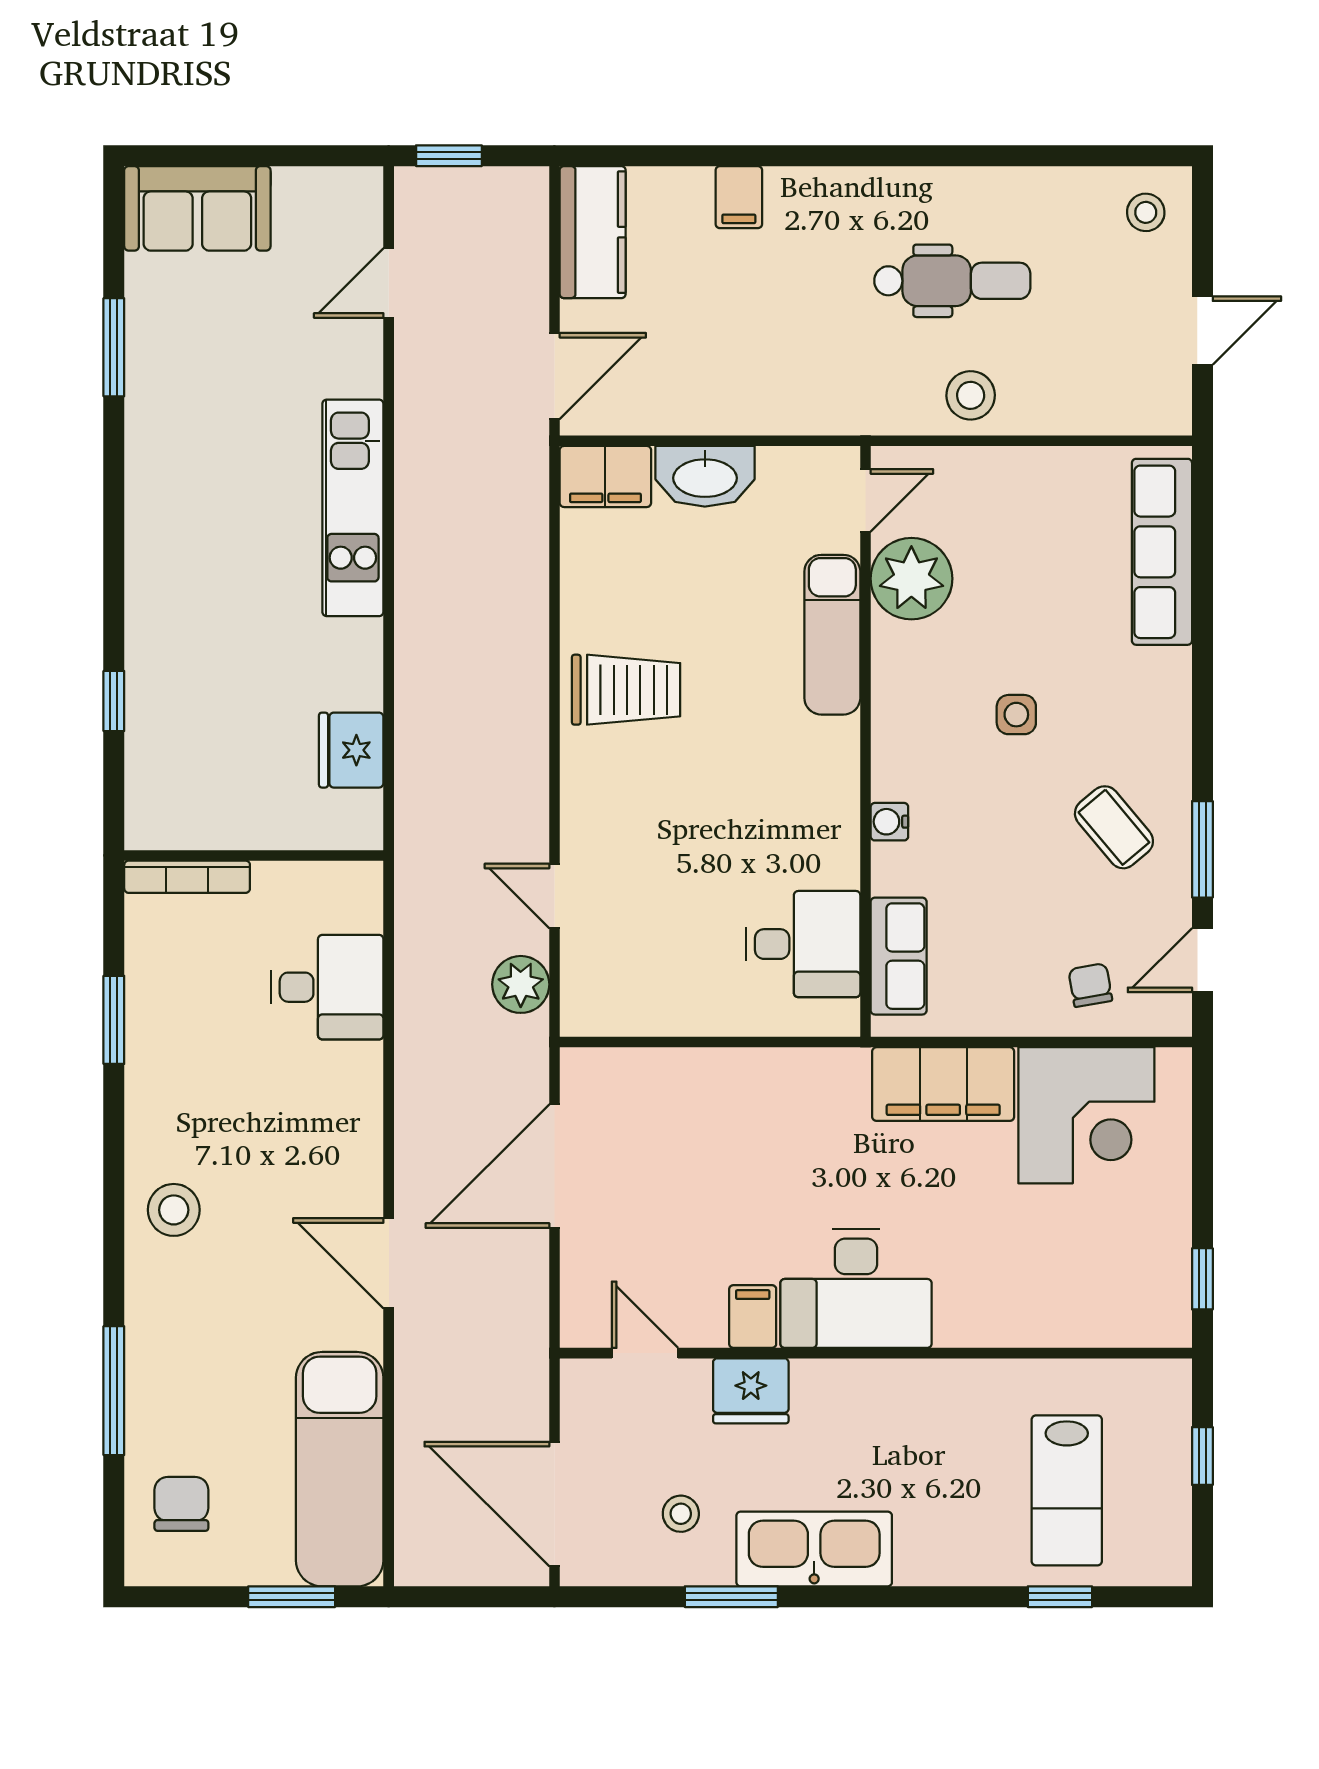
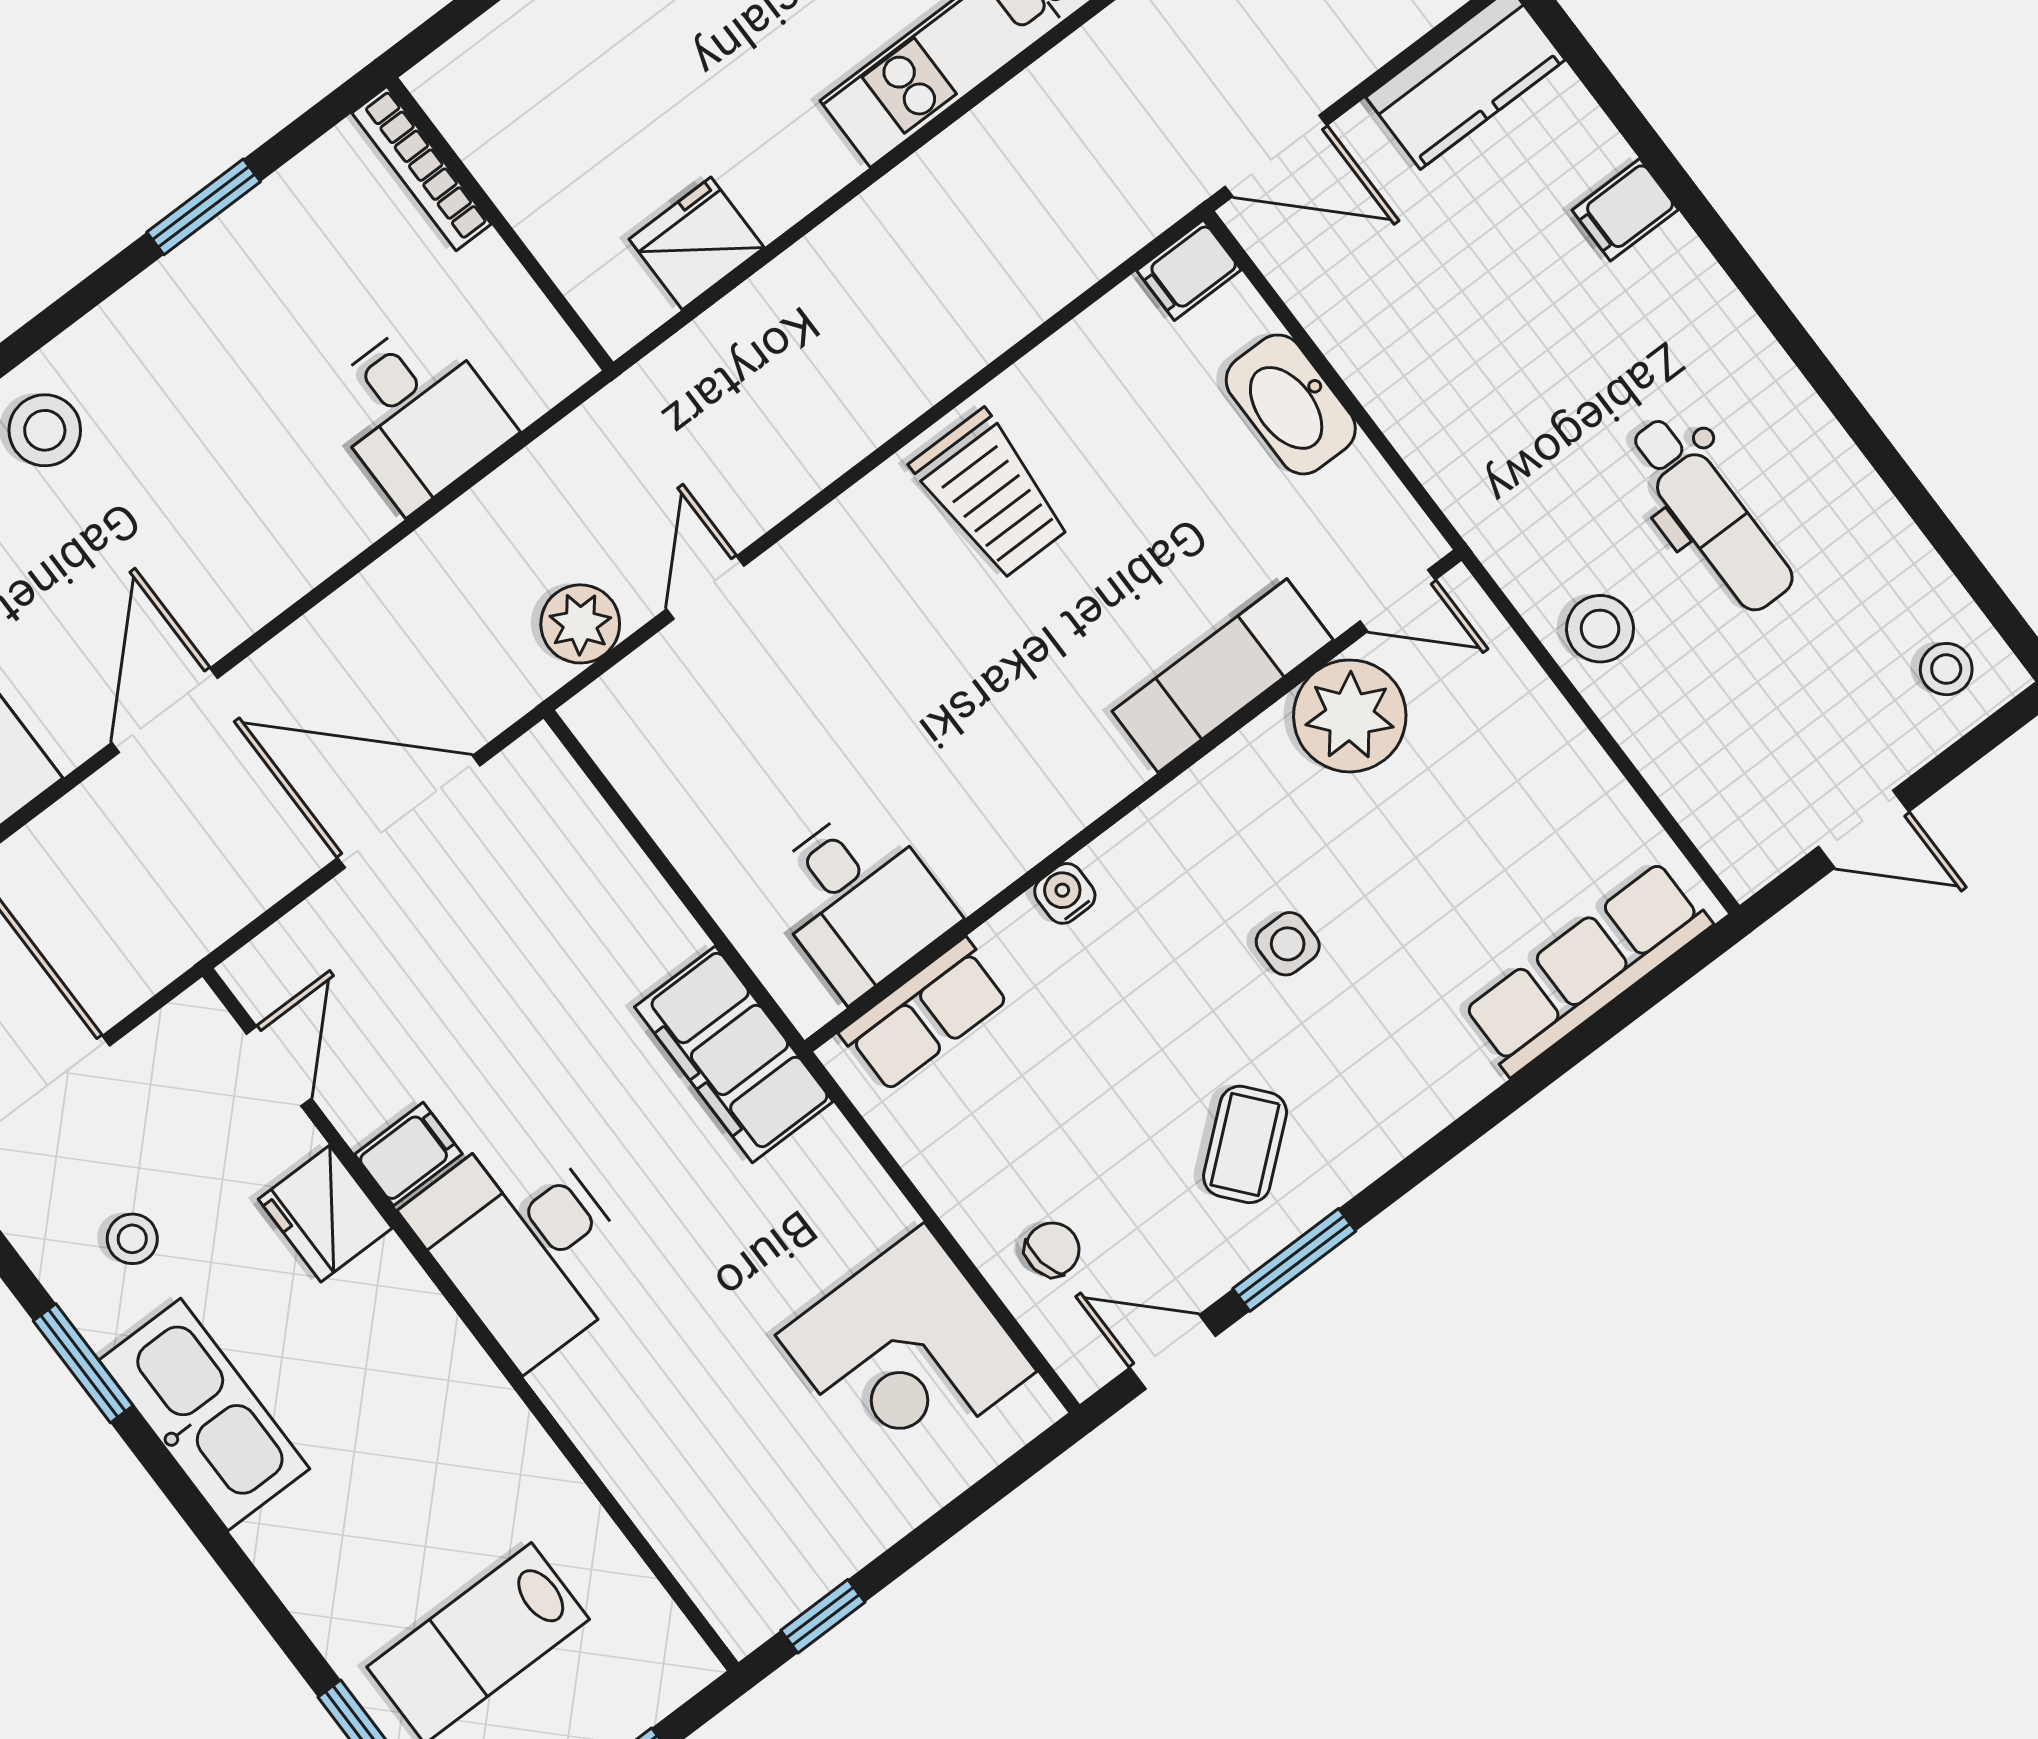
filing cabinet: (605, 476) -> (1189, 270), width x0.50
filing cabinet: (943, 1084) -> (734, 1054), moved

